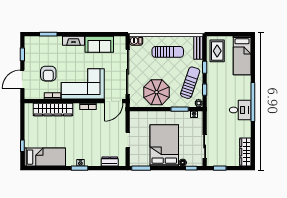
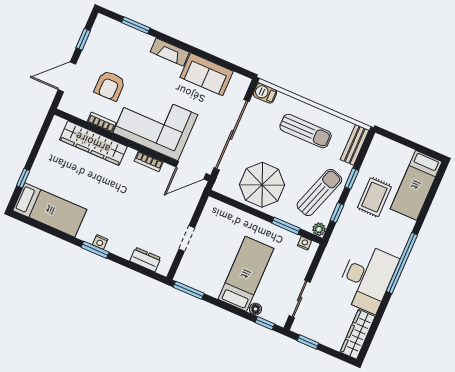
rug: (217, 51) -> (374, 197), moved
desk: (240, 110) -> (367, 278), width x1.87, depth x1.30
bed: (164, 145) -> (246, 274), width x0.67

